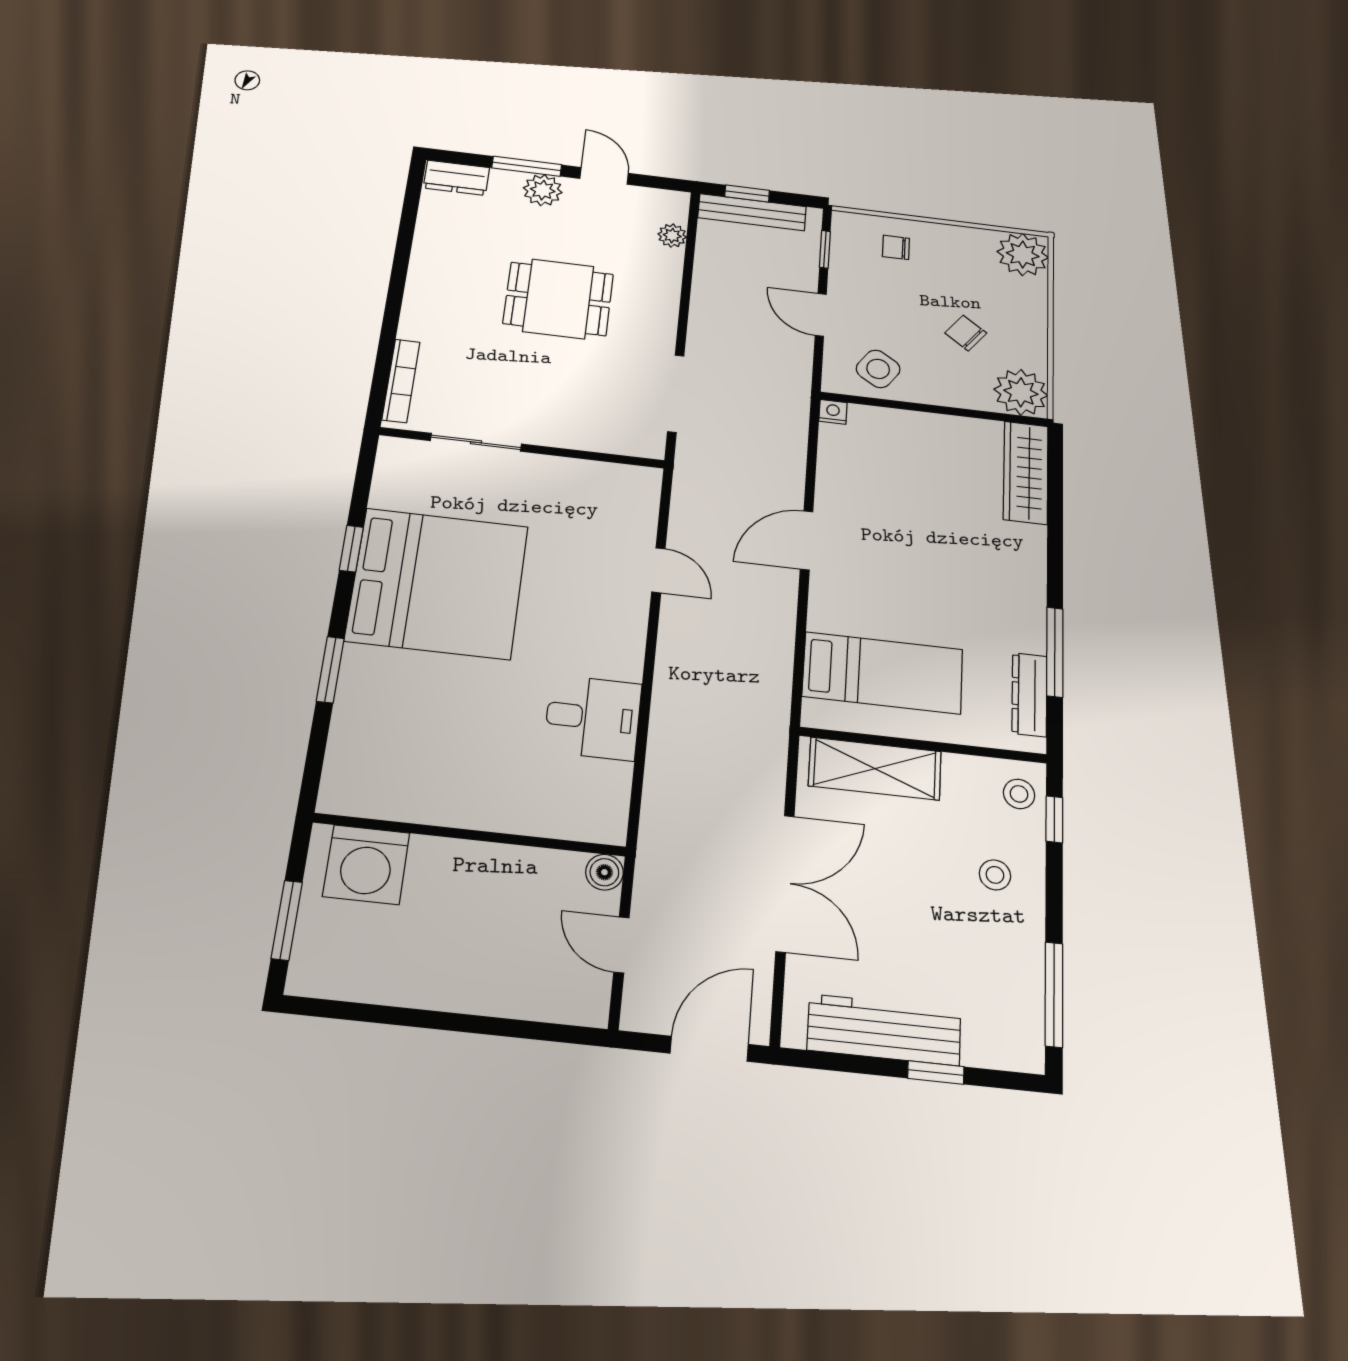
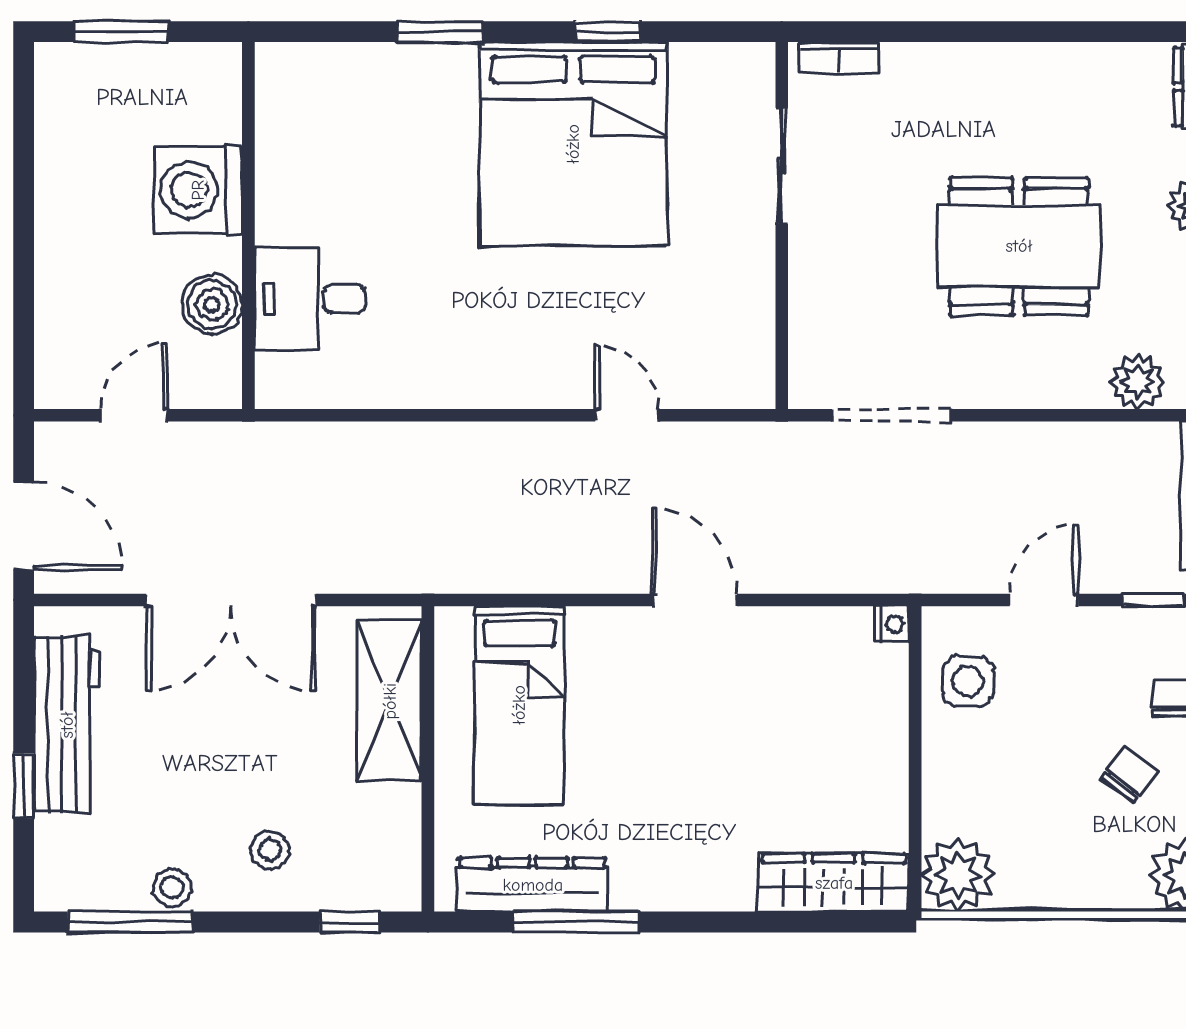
plant: (672, 236) -> (1138, 382), width x1.38, depth x1.38
dining table: (558, 299) -> (1019, 246), width x1.38
chair: (966, 333) -> (1129, 774), moved
side table: (878, 369) -> (968, 681), turned -31
bookcase: (401, 381) -> (839, 58), width x0.64
door: (658, 570) -> (627, 415), swing flipped
dresser: (1029, 695) -> (533, 885), width x1.37, depth x1.24
desk: (593, 718) -> (310, 299), moved, turned 90
stool: (1019, 794) -> (172, 887), moved
washing machine: (366, 865) -> (198, 190), moved
boiler: (604, 872) -> (212, 304), moved, width x1.36, depth x1.36

